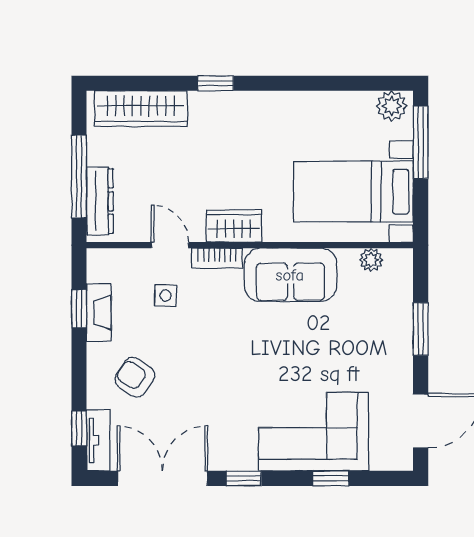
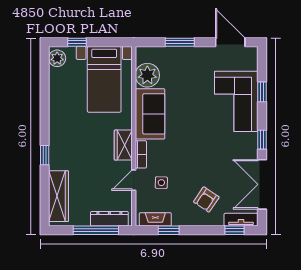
window: (421, 142) -> (77, 42), width x0.46
plant: (371, 260) -> (147, 75), width x1.88, depth x1.88
fireplace: (99, 312) -> (155, 219), moved

